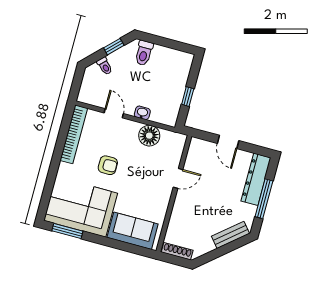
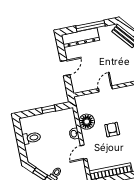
toilet: (144, 53) -> (32, 138), moved
armchair: (108, 165) -> (112, 130), moved
door: (178, 178) -> (105, 89), hinge flipped

